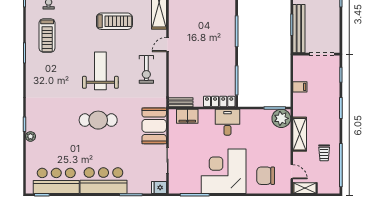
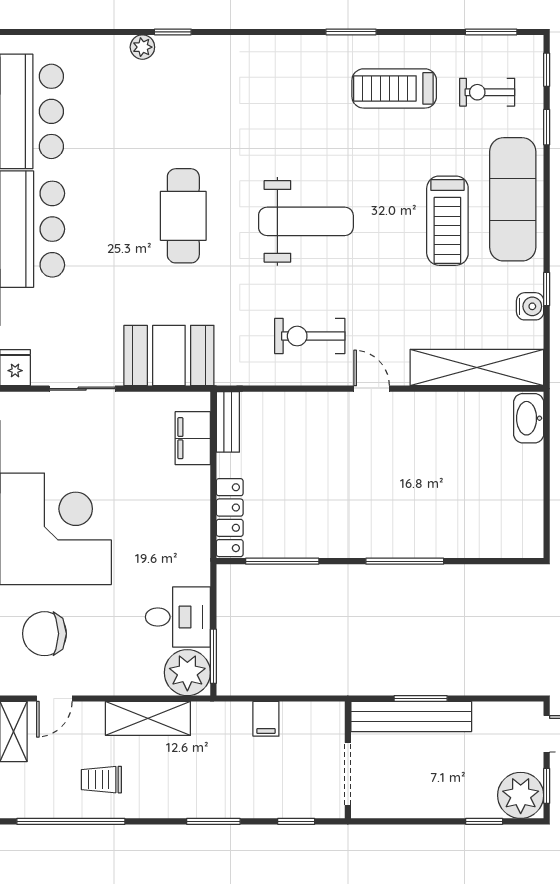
treadmill: (114, 21) -> (447, 221), moved
desk: (227, 122) -> (178, 617), moved
chair: (266, 176) -> (44, 634), turned -90

